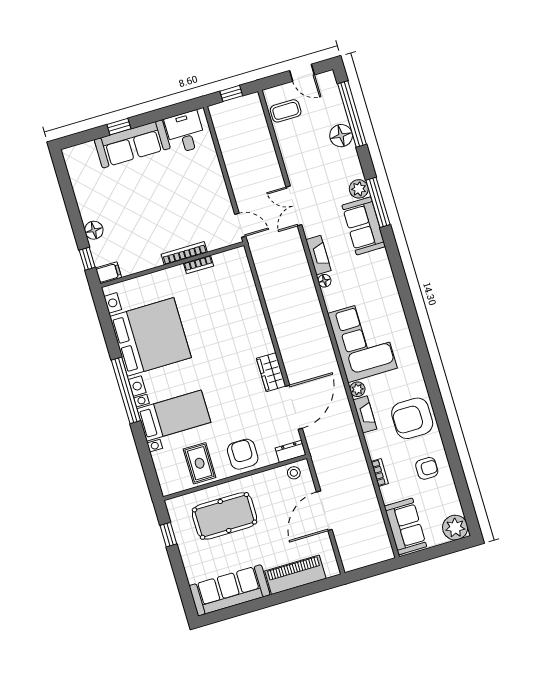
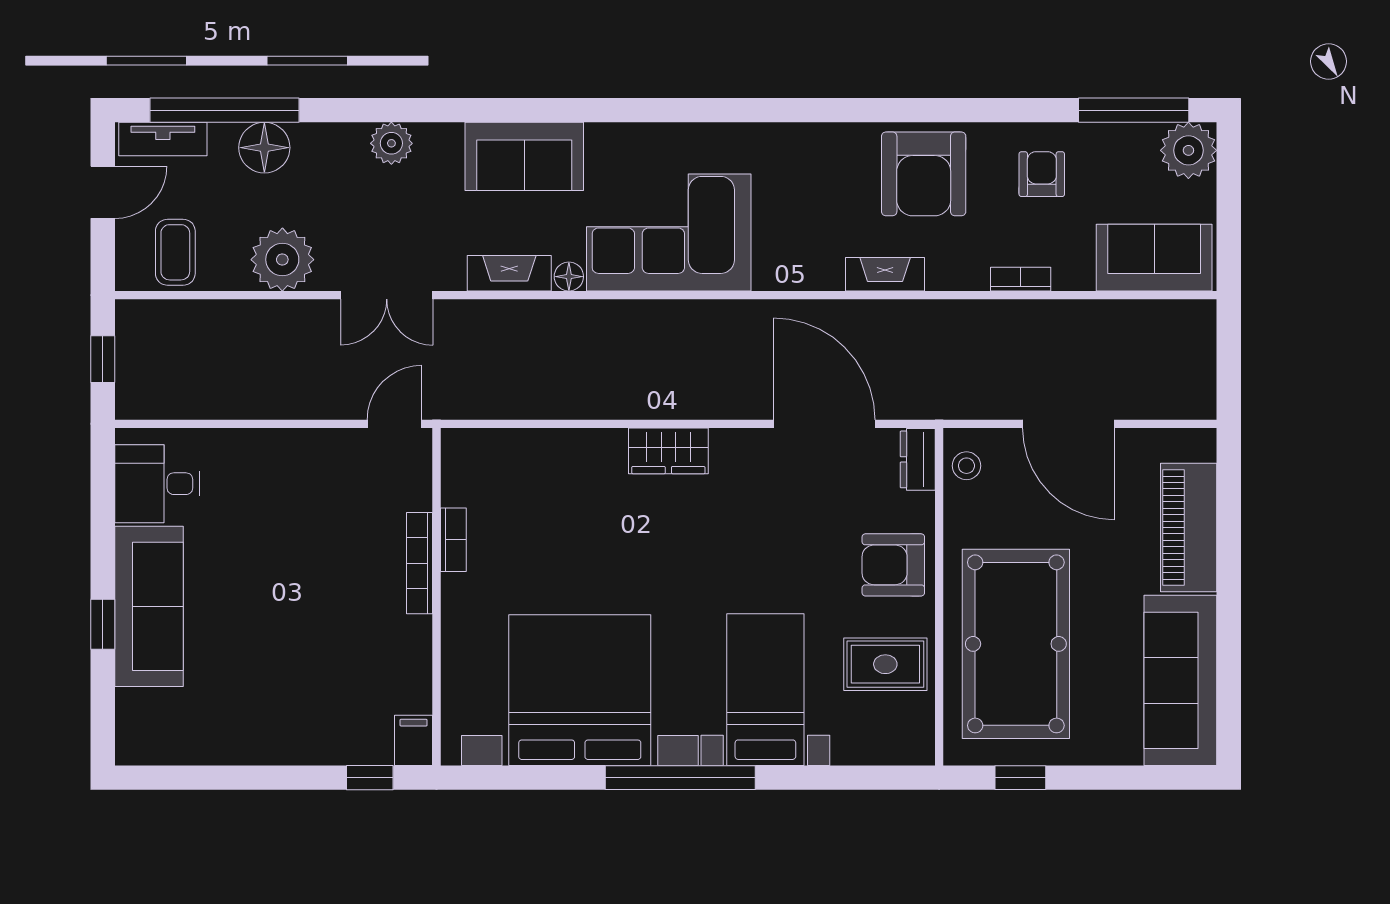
tv unit: (332, 92) -> (163, 139), added
window: (378, 202) -> (1134, 110), moved
sofa: (364, 226) -> (524, 156), moved
floor lamp: (94, 230) -> (312, 745), removed
corner sofa: (362, 341) -> (669, 233), moved
wardrobe: (271, 372) -> (668, 451), moved
plant: (357, 389) -> (282, 260), moved, width x1.87, depth x1.87
pool table: (224, 516) -> (1016, 644), width x1.36, depth x1.32

